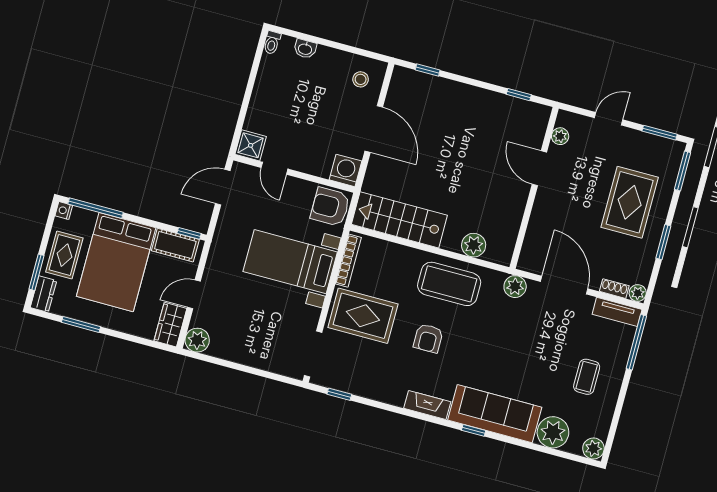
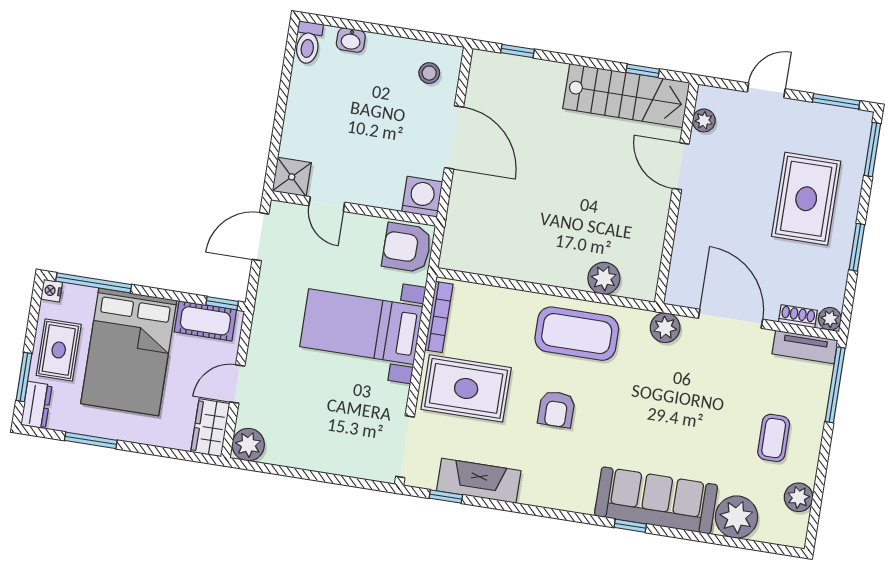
toilet: (272, 43) -> (308, 43), width x1.37, depth x1.39
stairs: (399, 220) -> (626, 96), moved, turned 180
fireplace: (427, 405) -> (479, 481), moved, width x1.37, depth x1.32
plant: (593, 449) -> (799, 497), moved

